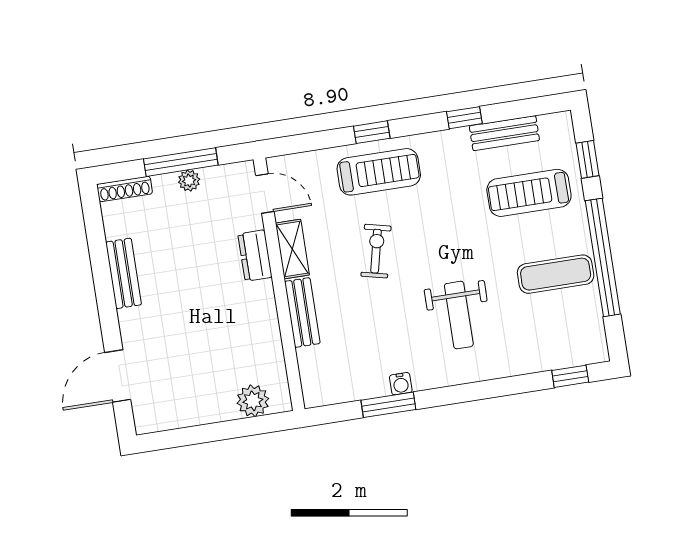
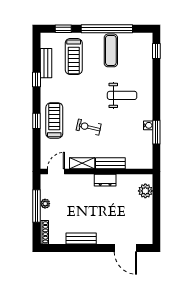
dresser: (255, 256) -> (105, 180), moved

